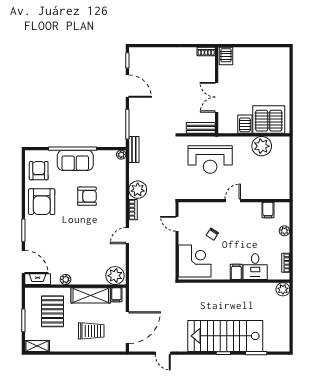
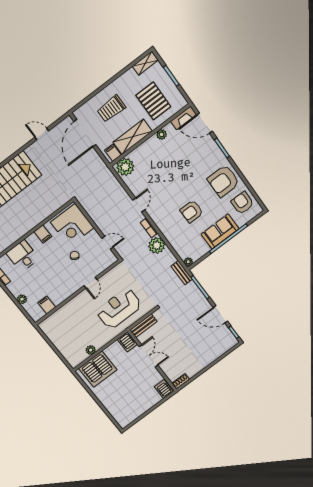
server rack: (245, 124) -> (127, 342), moved
plant: (262, 146) -> (91, 350), width x0.53, depth x0.53
armchair: (39, 171) -> (242, 203), turned 180
door: (233, 201) -> (91, 283), moved
armchair: (42, 202) -> (223, 181), turned -90
filing cabinet: (236, 272) -> (43, 234), moved

